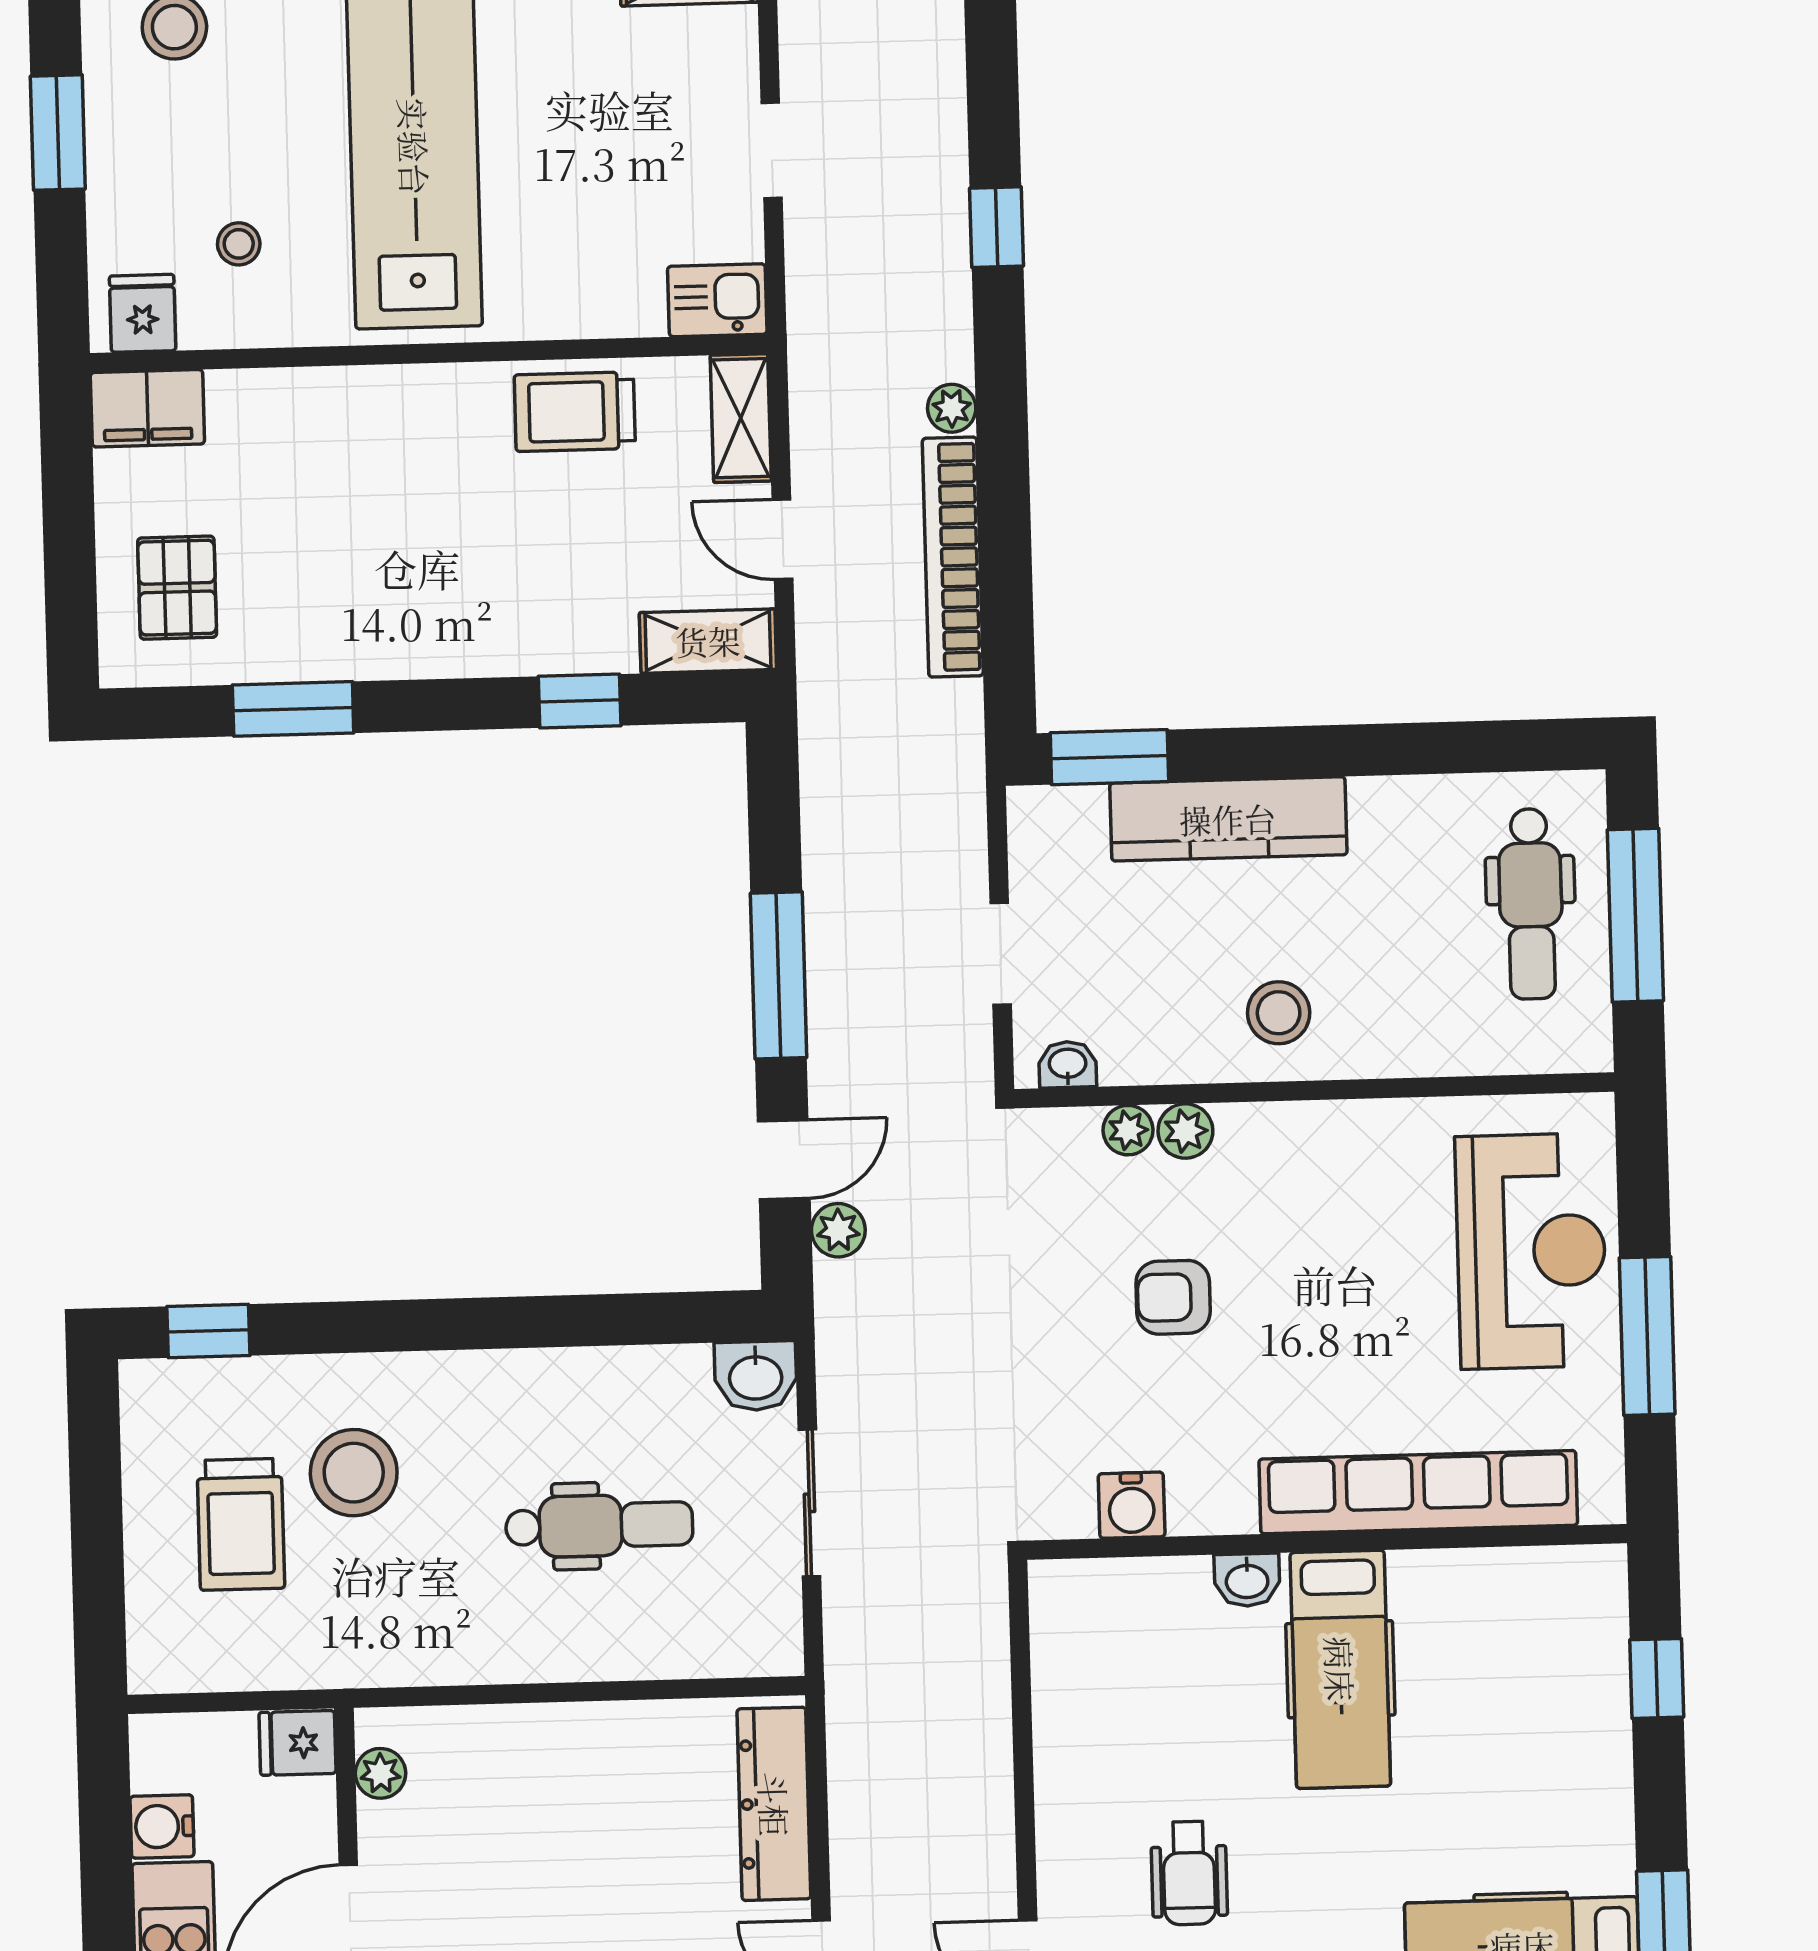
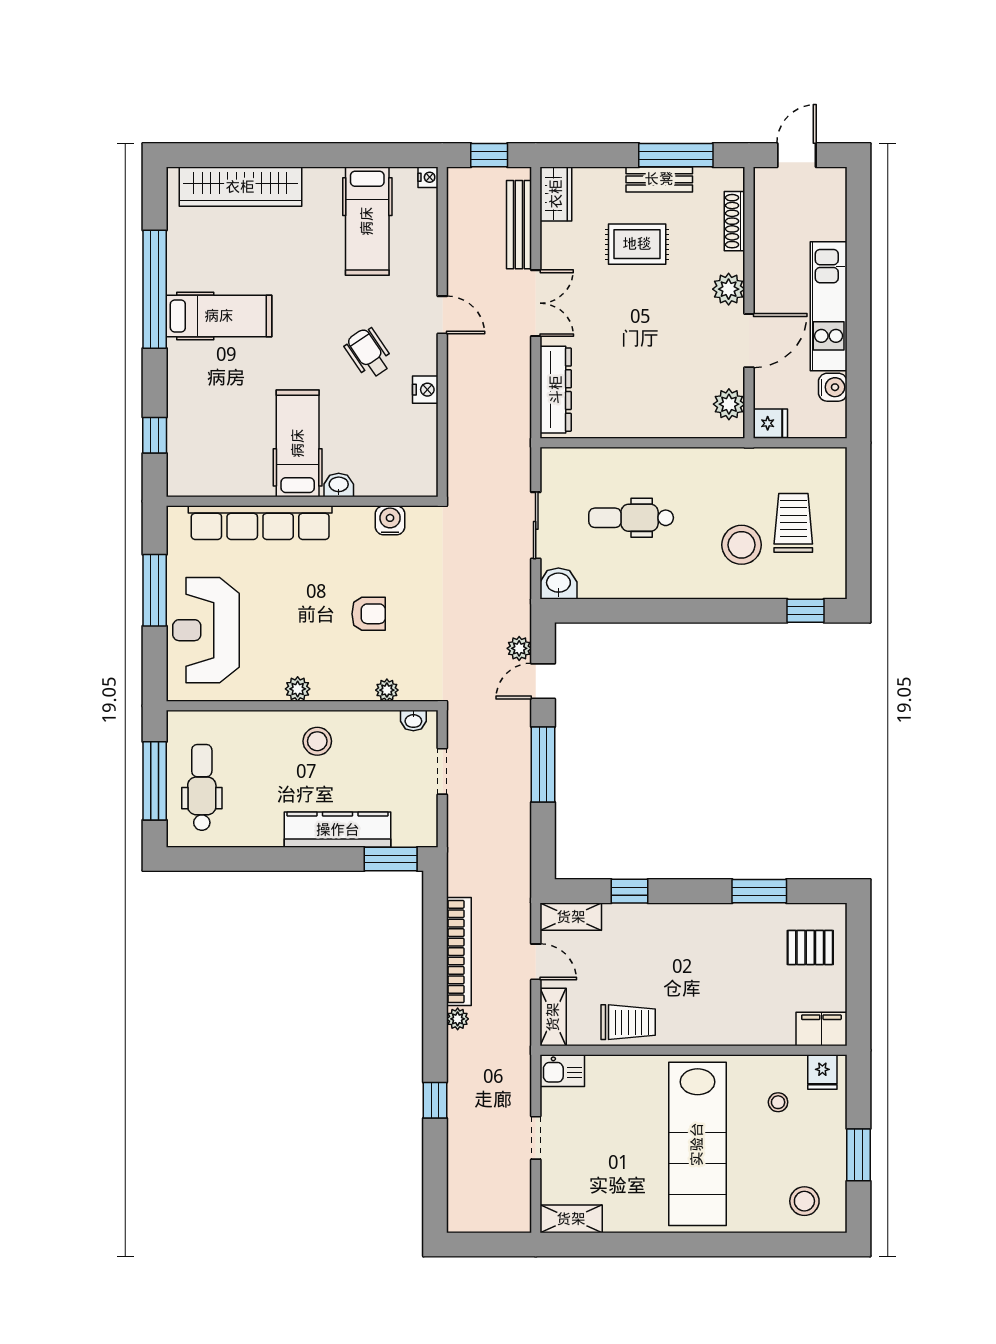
pallet: (177, 588) -> (810, 947), turned 90
plant: (1185, 1131) -> (298, 689), moved
plant: (380, 1773) -> (729, 404), width x1.38, depth x1.38
nightstand: (1062, 1796) -> (425, 390), added
wheelchair: (1189, 1873) -> (369, 353), turned -34

